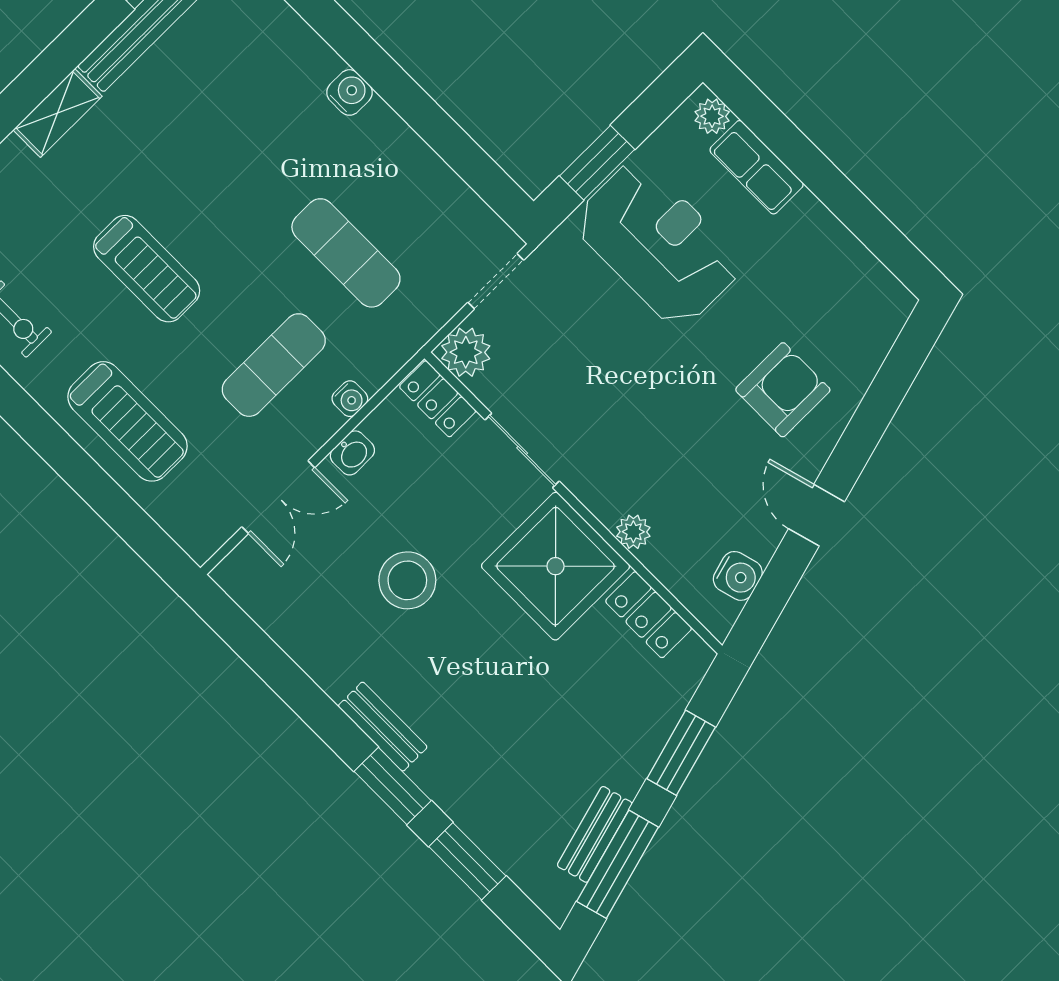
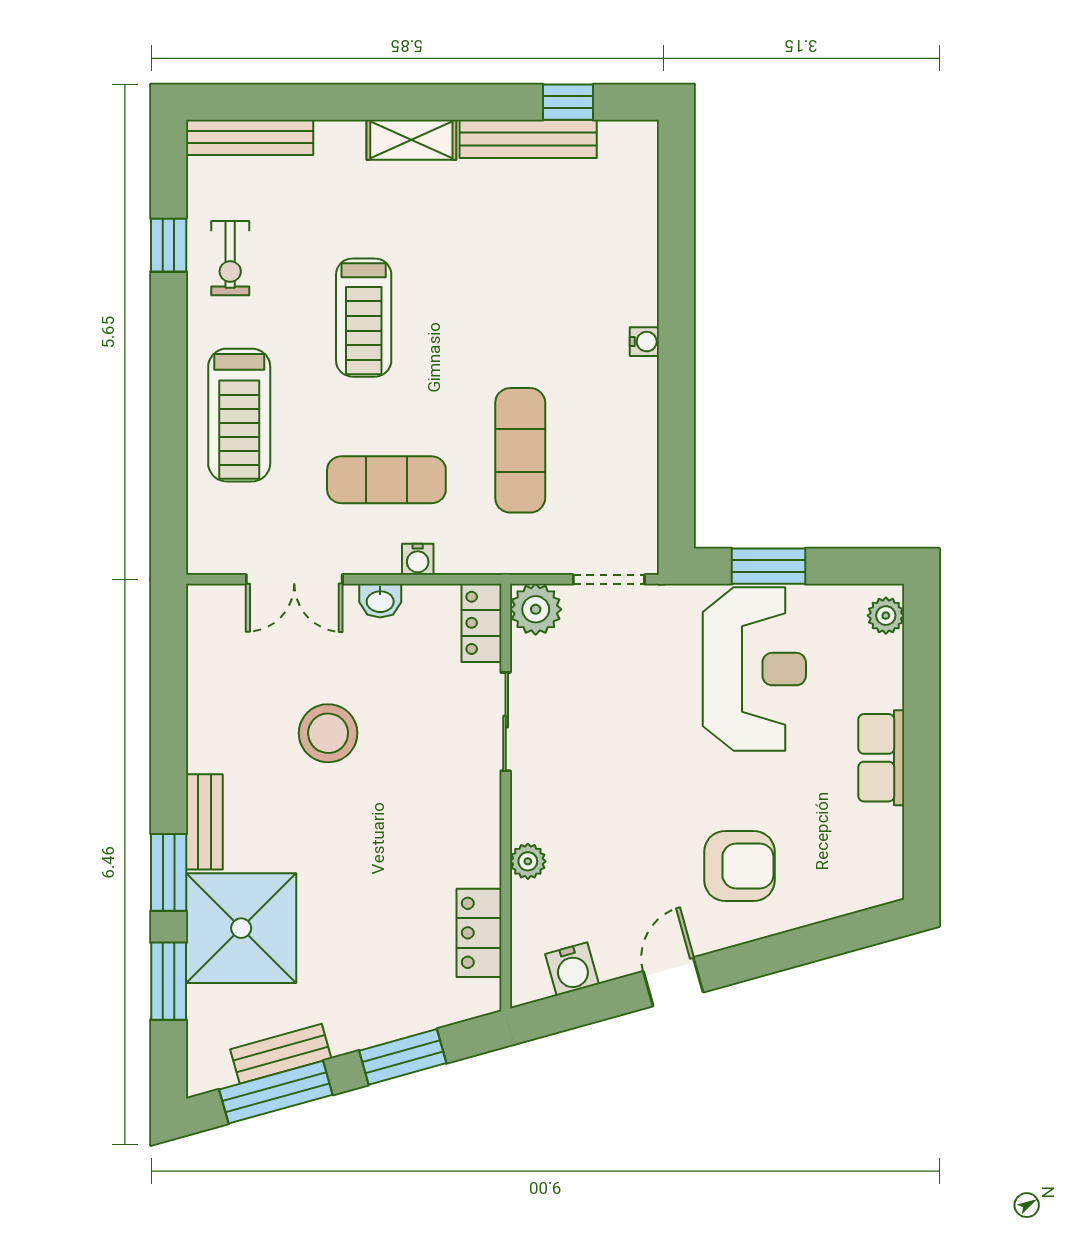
water cooler: (350, 92) -> (644, 342), width x0.72, depth x0.72
row of seats: (757, 167) -> (881, 758), moved
shower: (555, 566) -> (241, 928), moved

